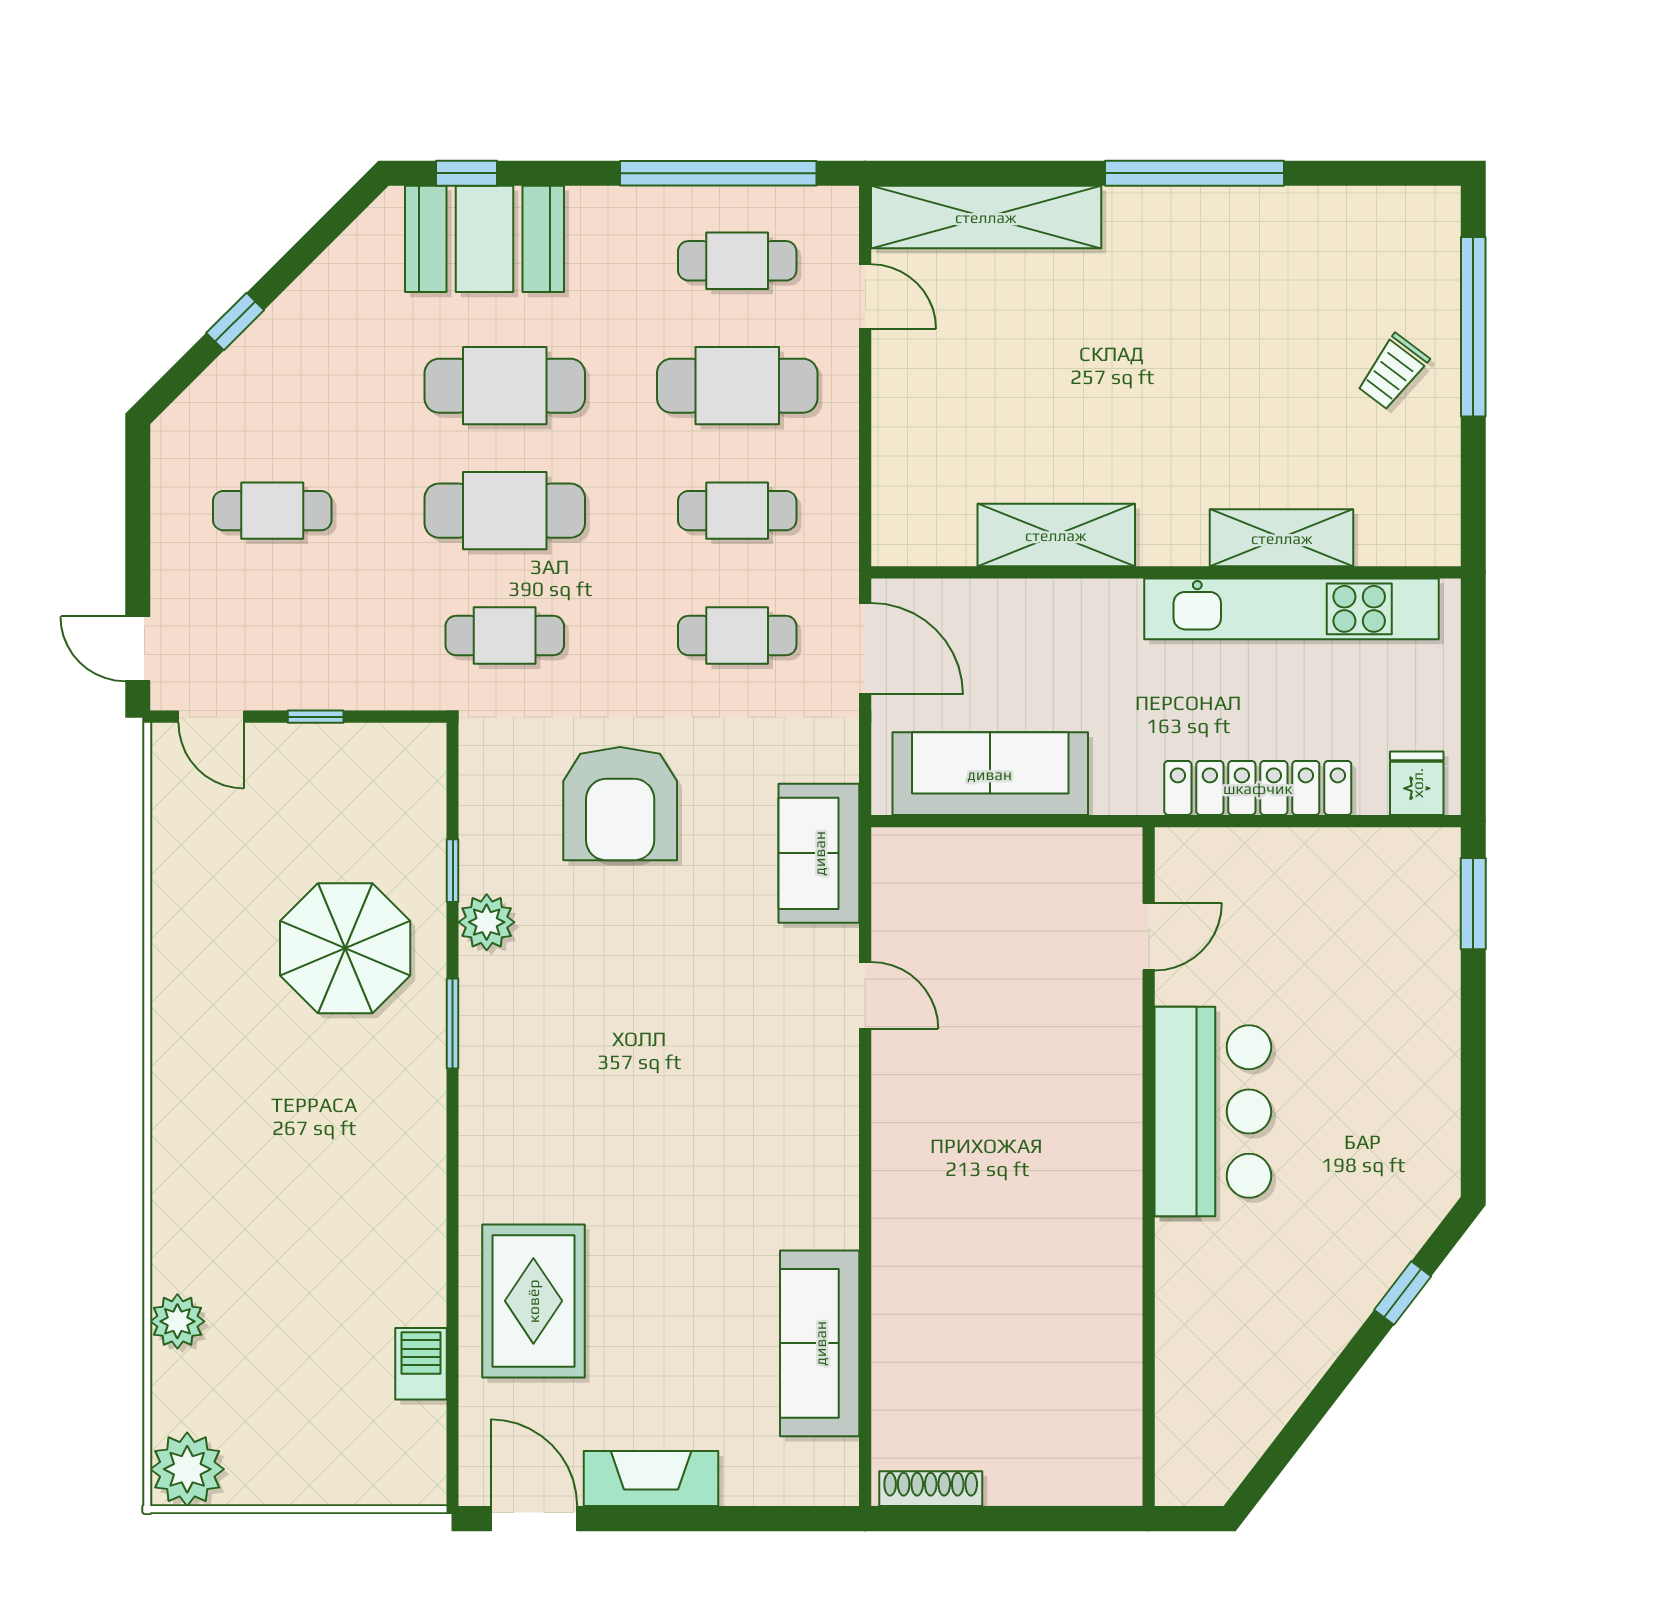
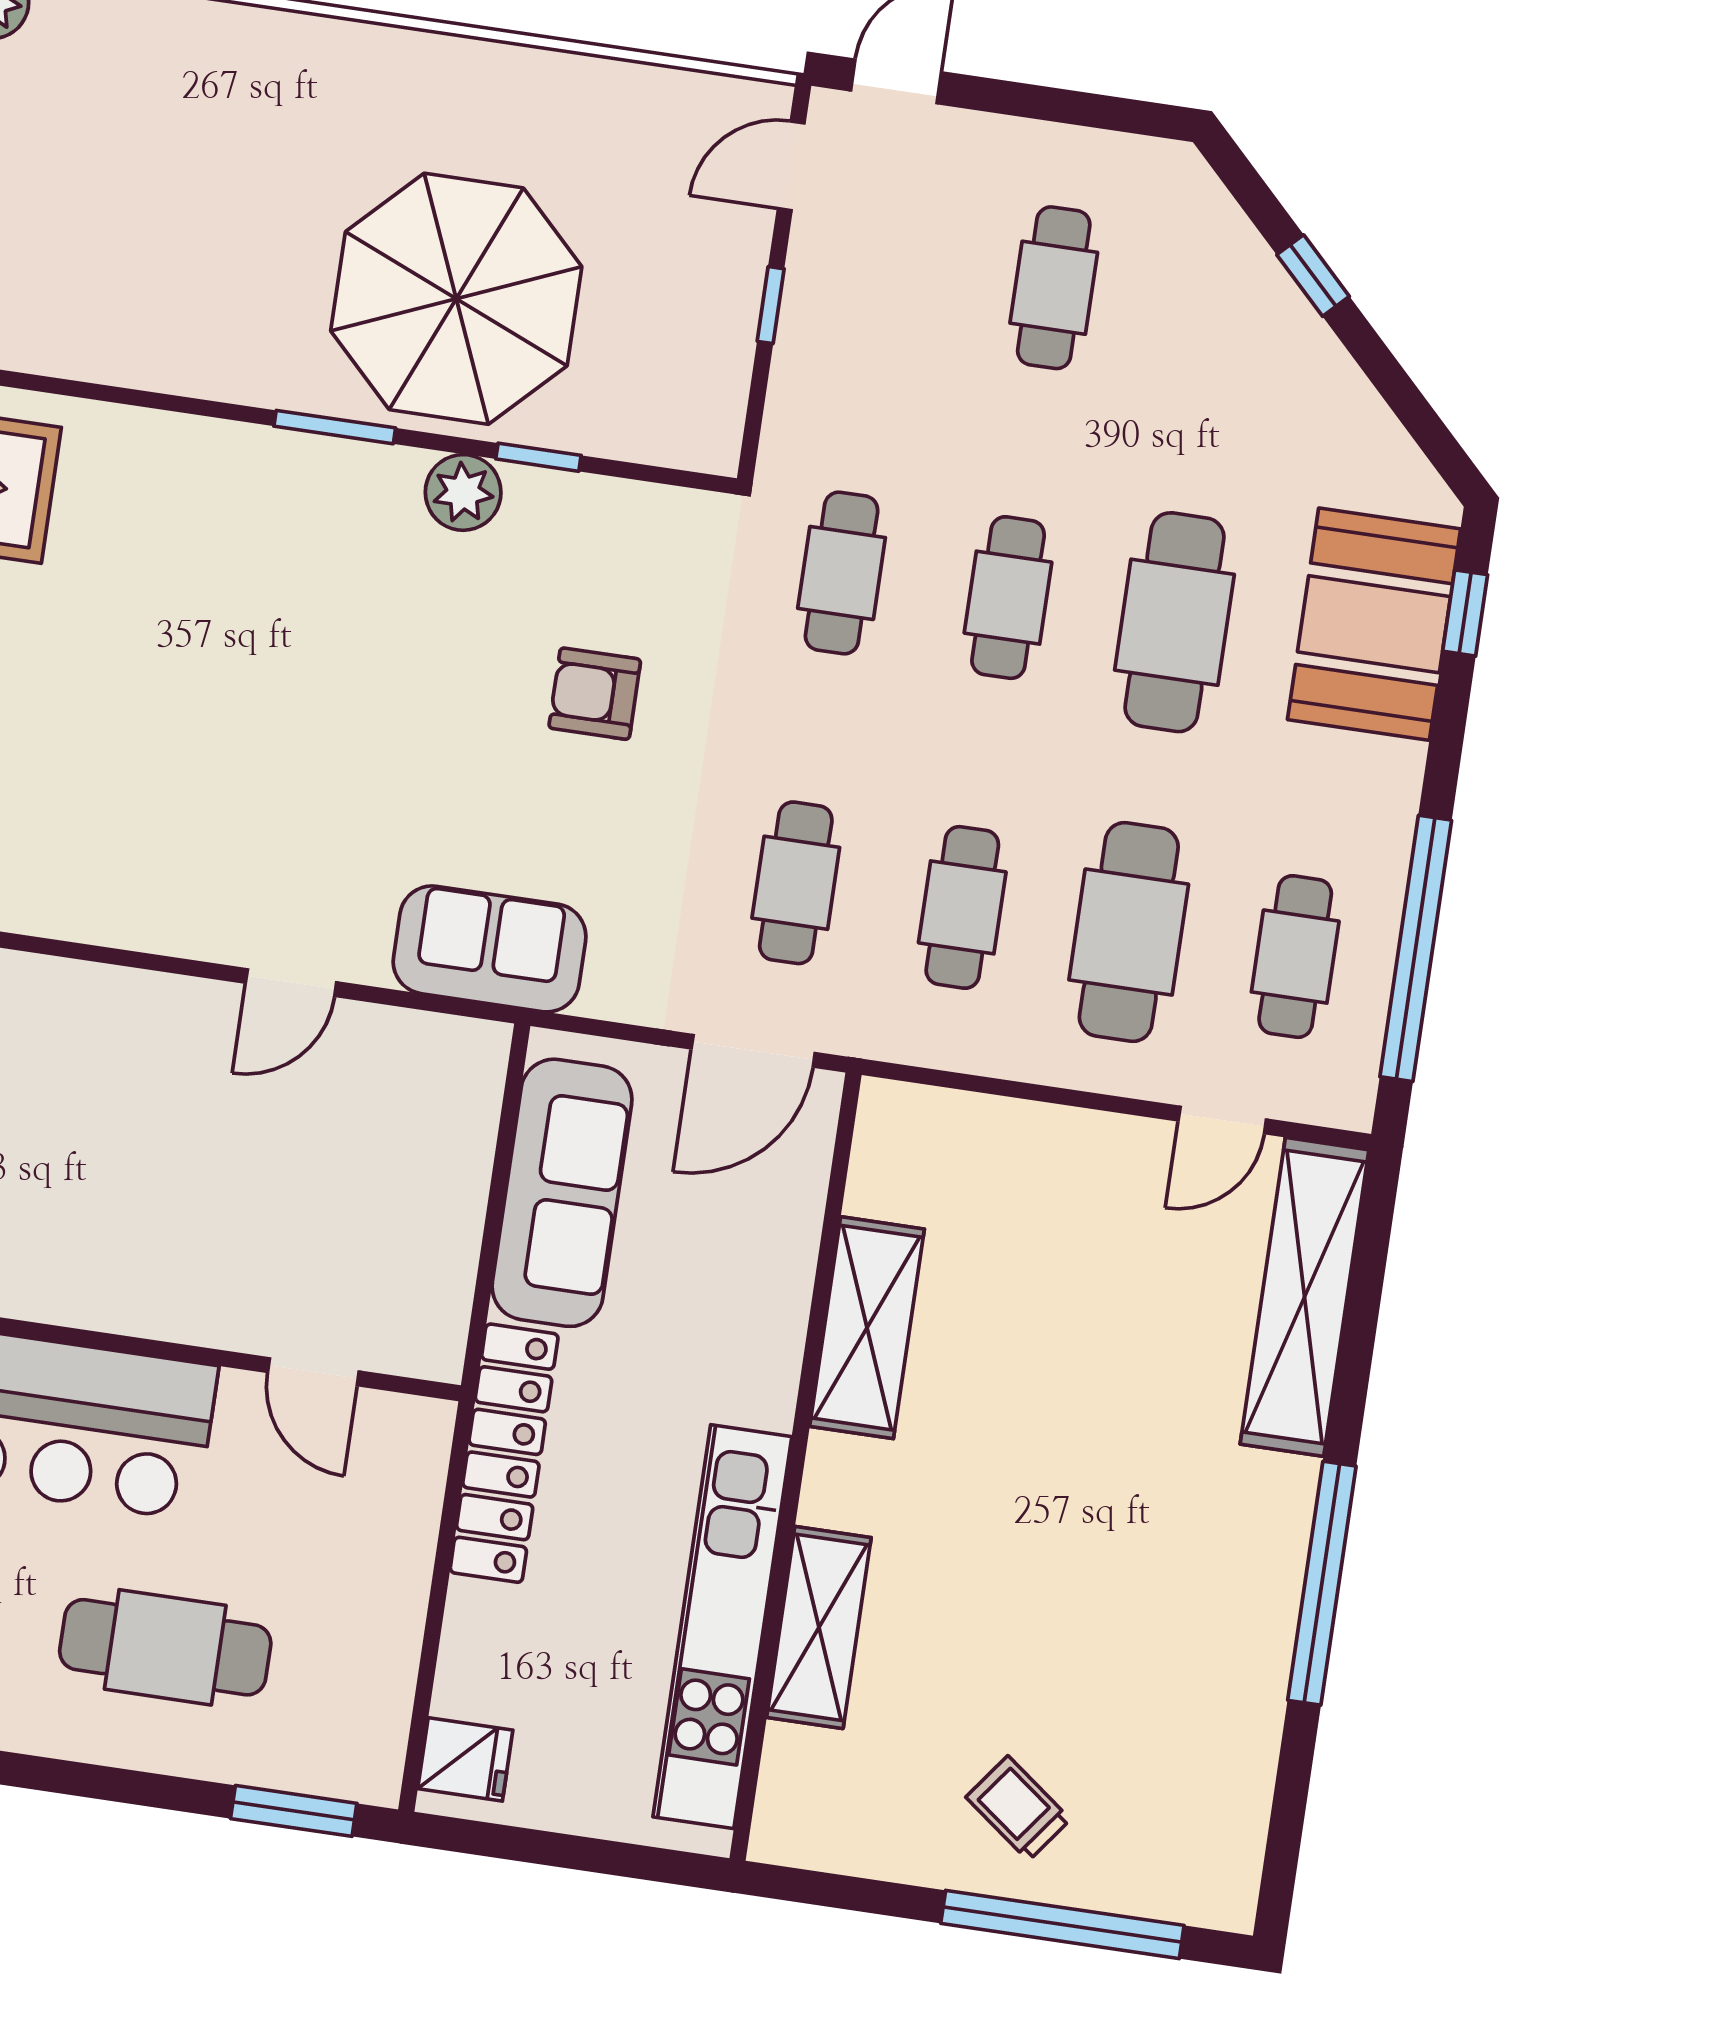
cafe table: (505, 511) -> (1008, 598), width x0.73, depth x0.74
locker: (1258, 788) -> (504, 1453), moved
armchair: (620, 804) -> (595, 694), width x0.53, depth x0.53
parasol: (345, 948) -> (456, 299), width x1.36, depth x1.36
cafe table: (1367, 1016) -> (165, 1647), added

